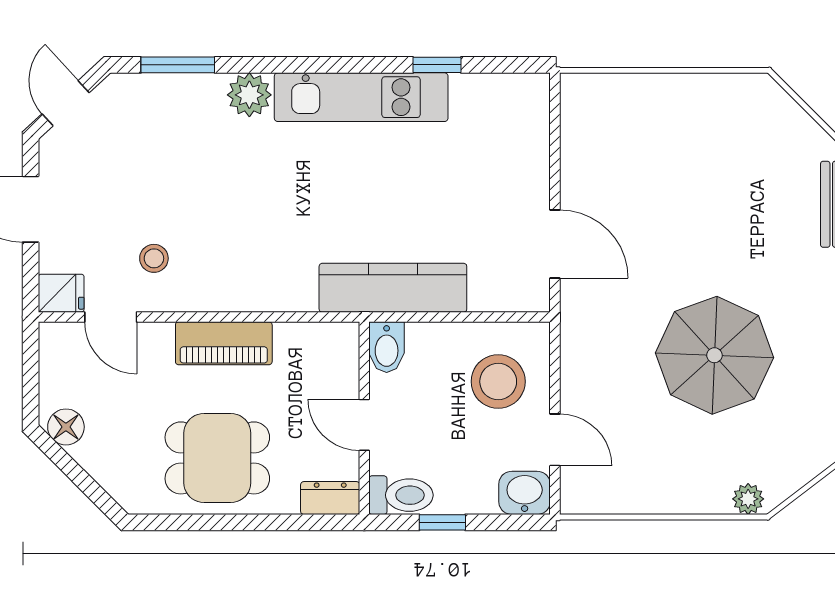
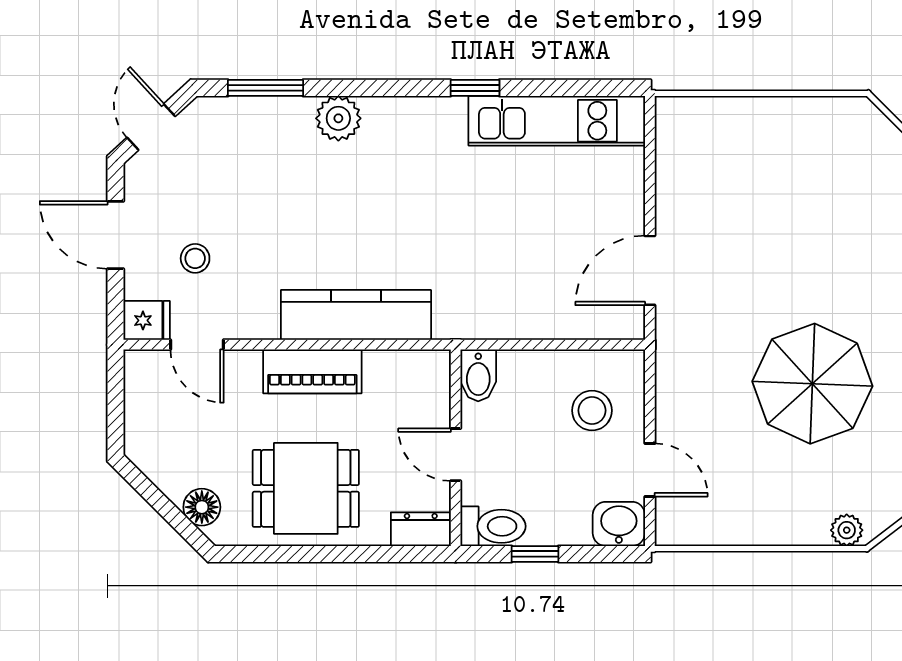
window: (437, 65) -> (475, 88), moved
kitchen unit: (361, 97) -> (557, 121), moved
door: (555, 244) -> (650, 270), swing flipped
stool: (154, 258) -> (195, 258), moved
kitchen counter: (393, 288) -> (356, 315), moved
stool: (498, 382) -> (592, 410), width x0.73, depth x0.73
floor lamp: (66, 427) -> (202, 507), moved

